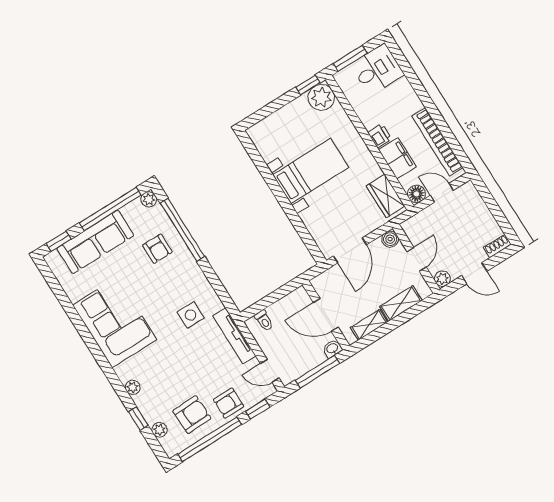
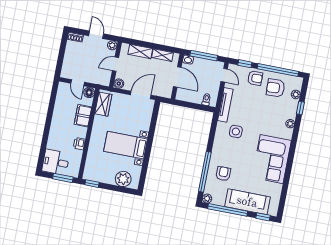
plant: (321, 97) -> (123, 179), moved
printer: (380, 136) -> (79, 144), moved
bookcase: (438, 142) -> (59, 106), removed

